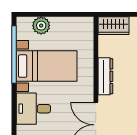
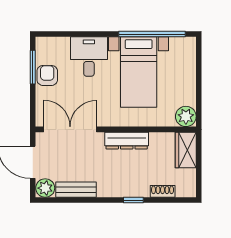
plant: (41, 26) -> (186, 116), moved

